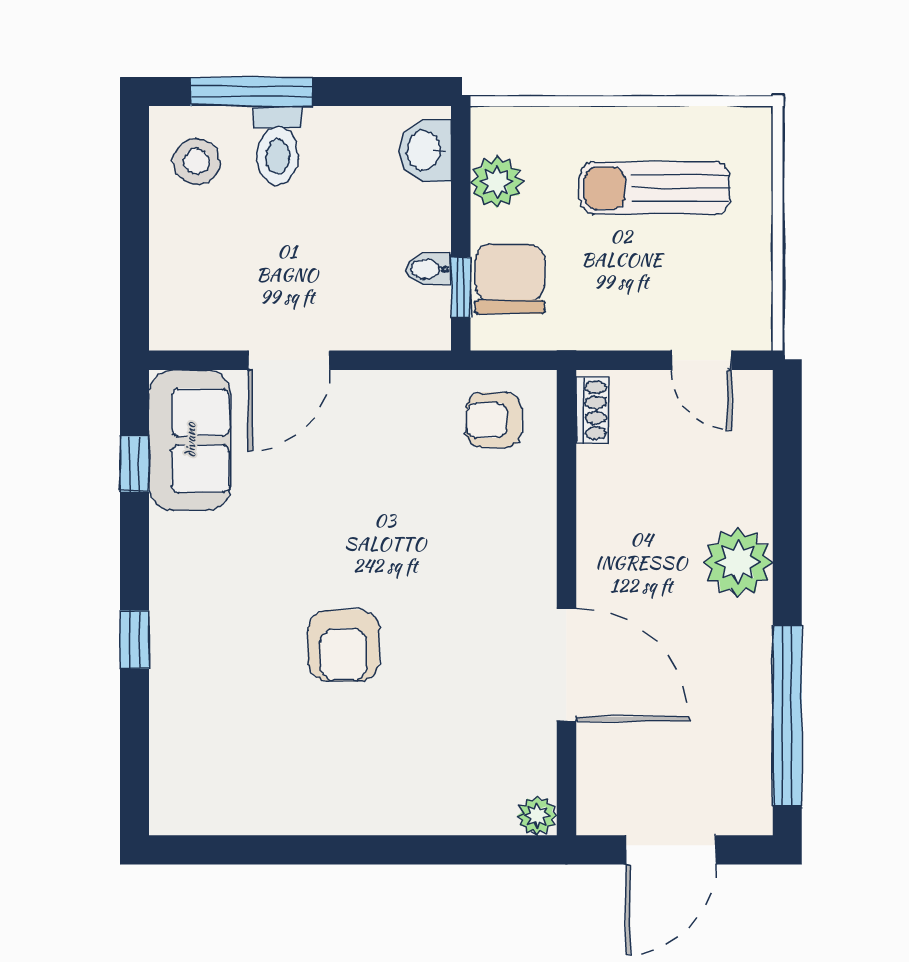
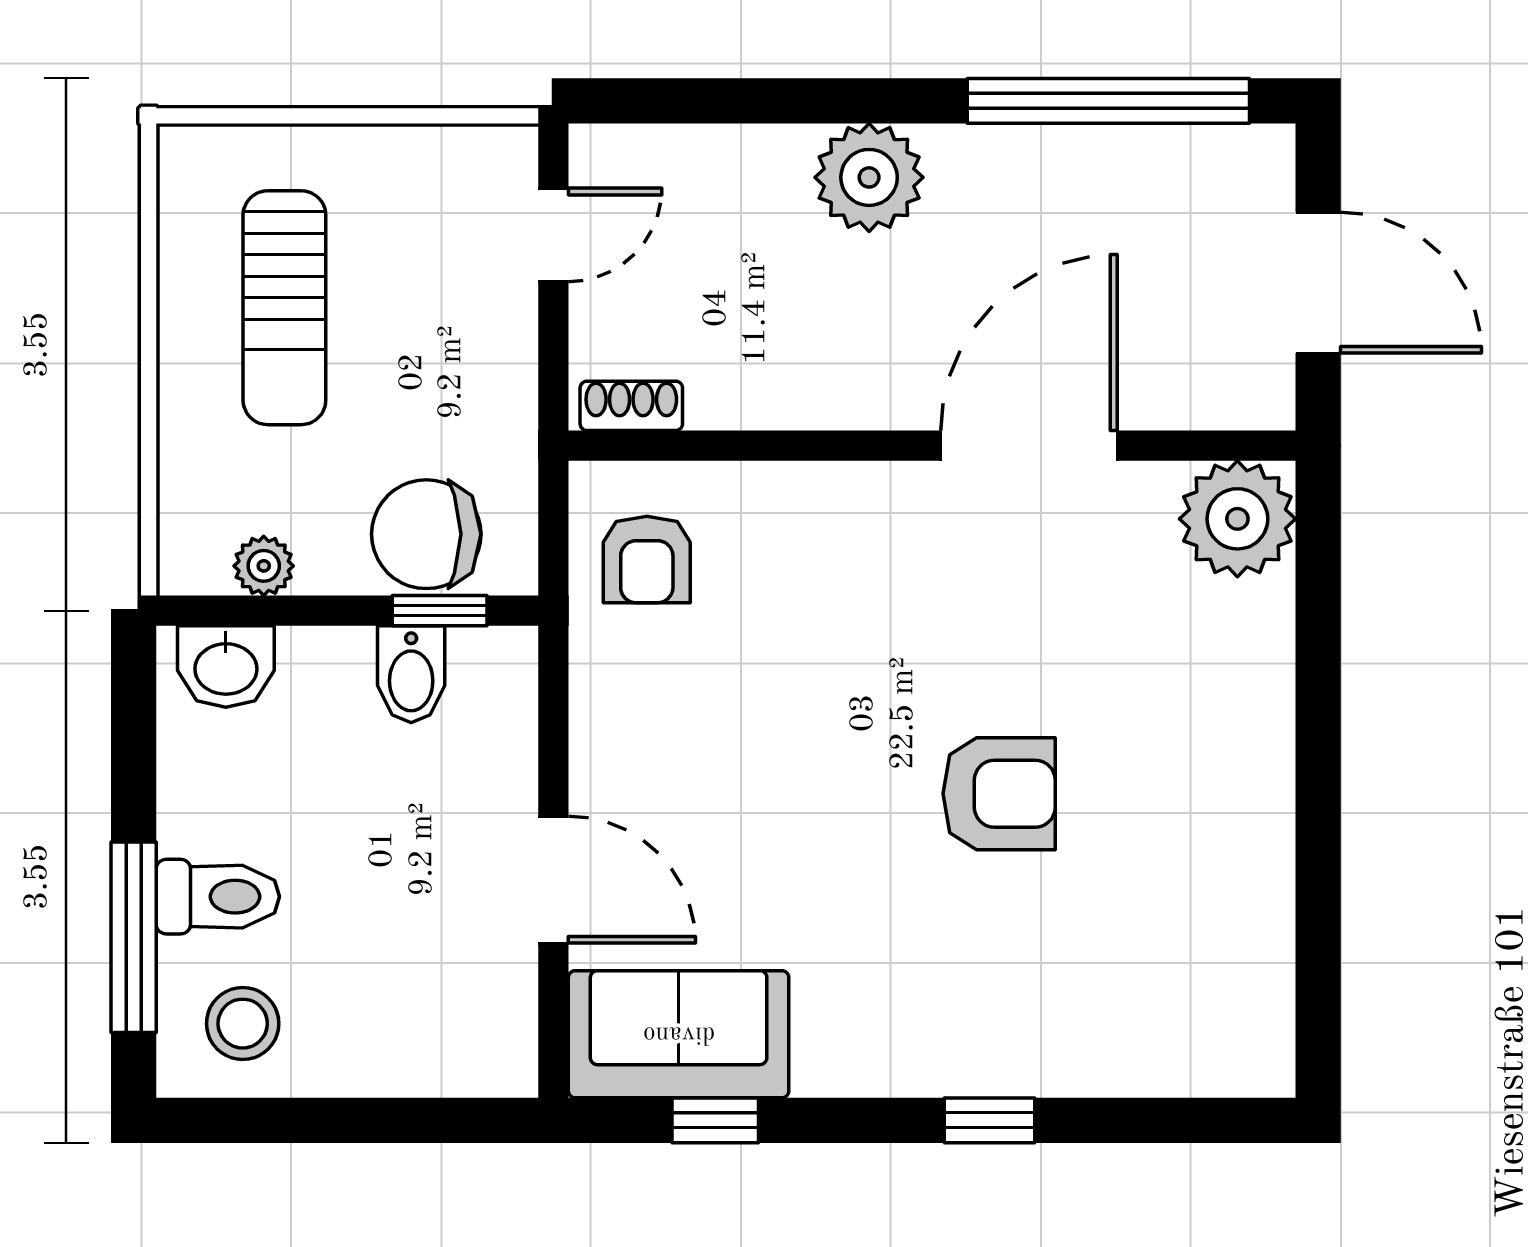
plant: (497, 182) -> (264, 566), width x0.73, depth x0.73
bidet: (428, 269) -> (411, 674), width x1.38, depth x1.36
plant: (537, 816) -> (1237, 519), width x1.88, depth x1.88

